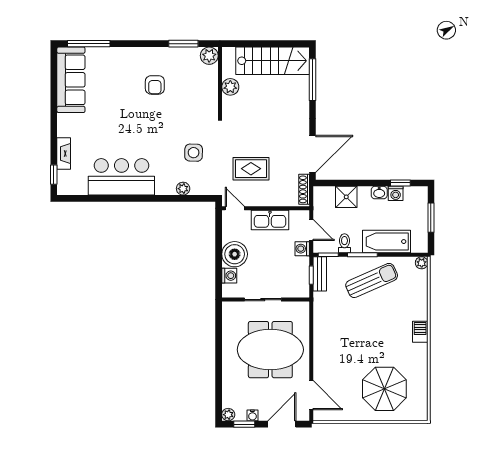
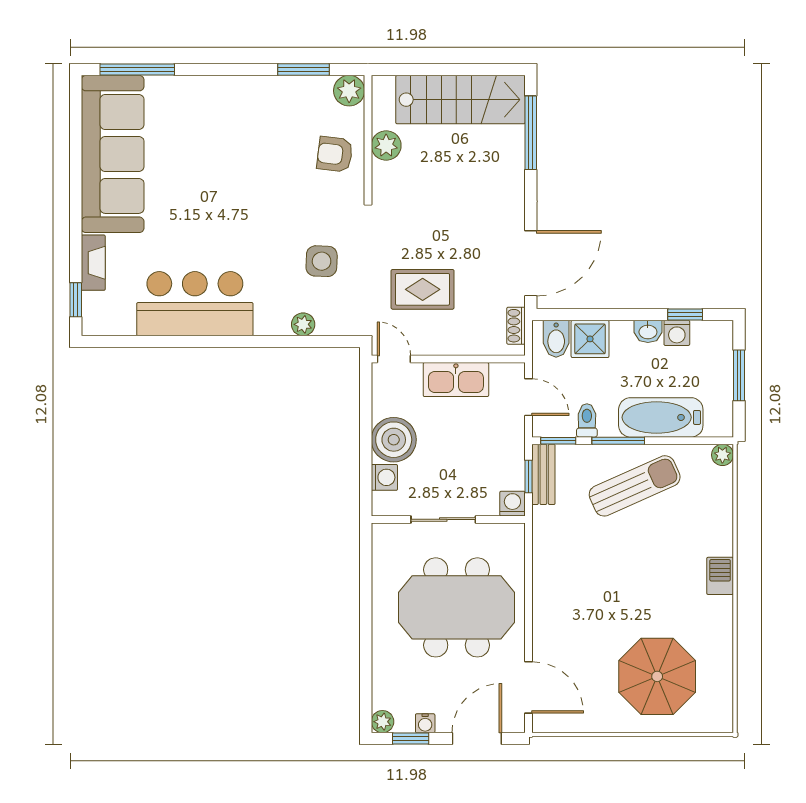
sofa: (71, 80) -> (113, 154), width x1.36, depth x1.27
armchair: (155, 85) -> (335, 154), moved, turned 97
shoe rack: (304, 189) -> (516, 326), width x0.70
bidet: (327, 197) -> (556, 339), added
washing machine: (302, 249) -> (512, 504), moved, turned 90

